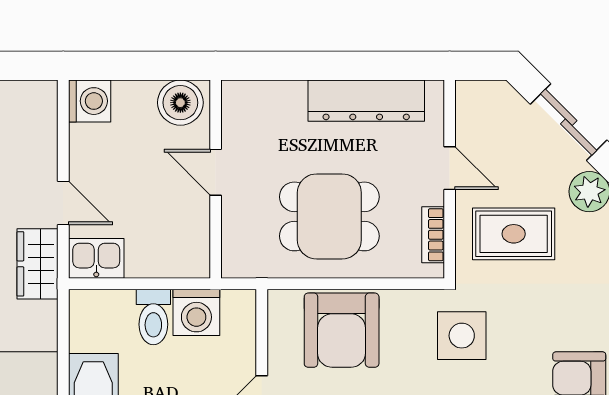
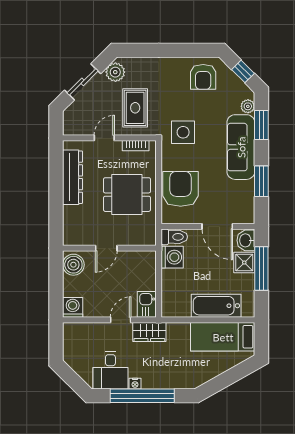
dining table: (329, 216) -> (127, 195), turned 90
toilet: (153, 317) -> (174, 237), moved
armchair: (342, 330) -> (181, 189), turned -90

